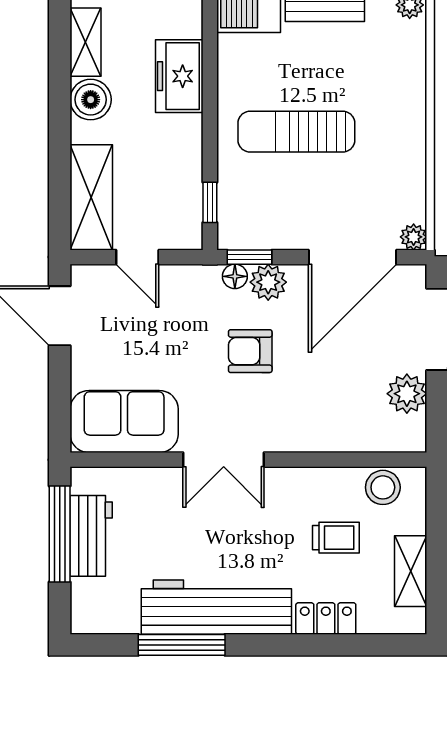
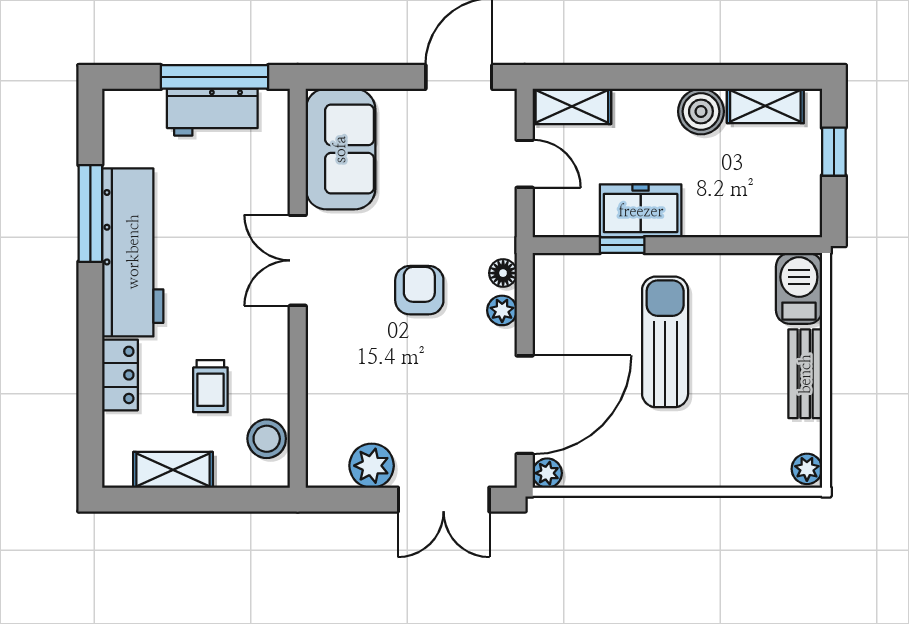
freezer: (179, 76) -> (641, 211), moved
shelving: (91, 197) -> (572, 106), width x0.67, depth x0.75
window: (210, 202) -> (622, 245), moved
door: (137, 257) -> (525, 164), swing flipped
window: (250, 257) -> (525, 290), removed
door: (353, 257) -> (525, 405), swing flipped
plant: (268, 282) -> (502, 310), width x0.73, depth x0.73

